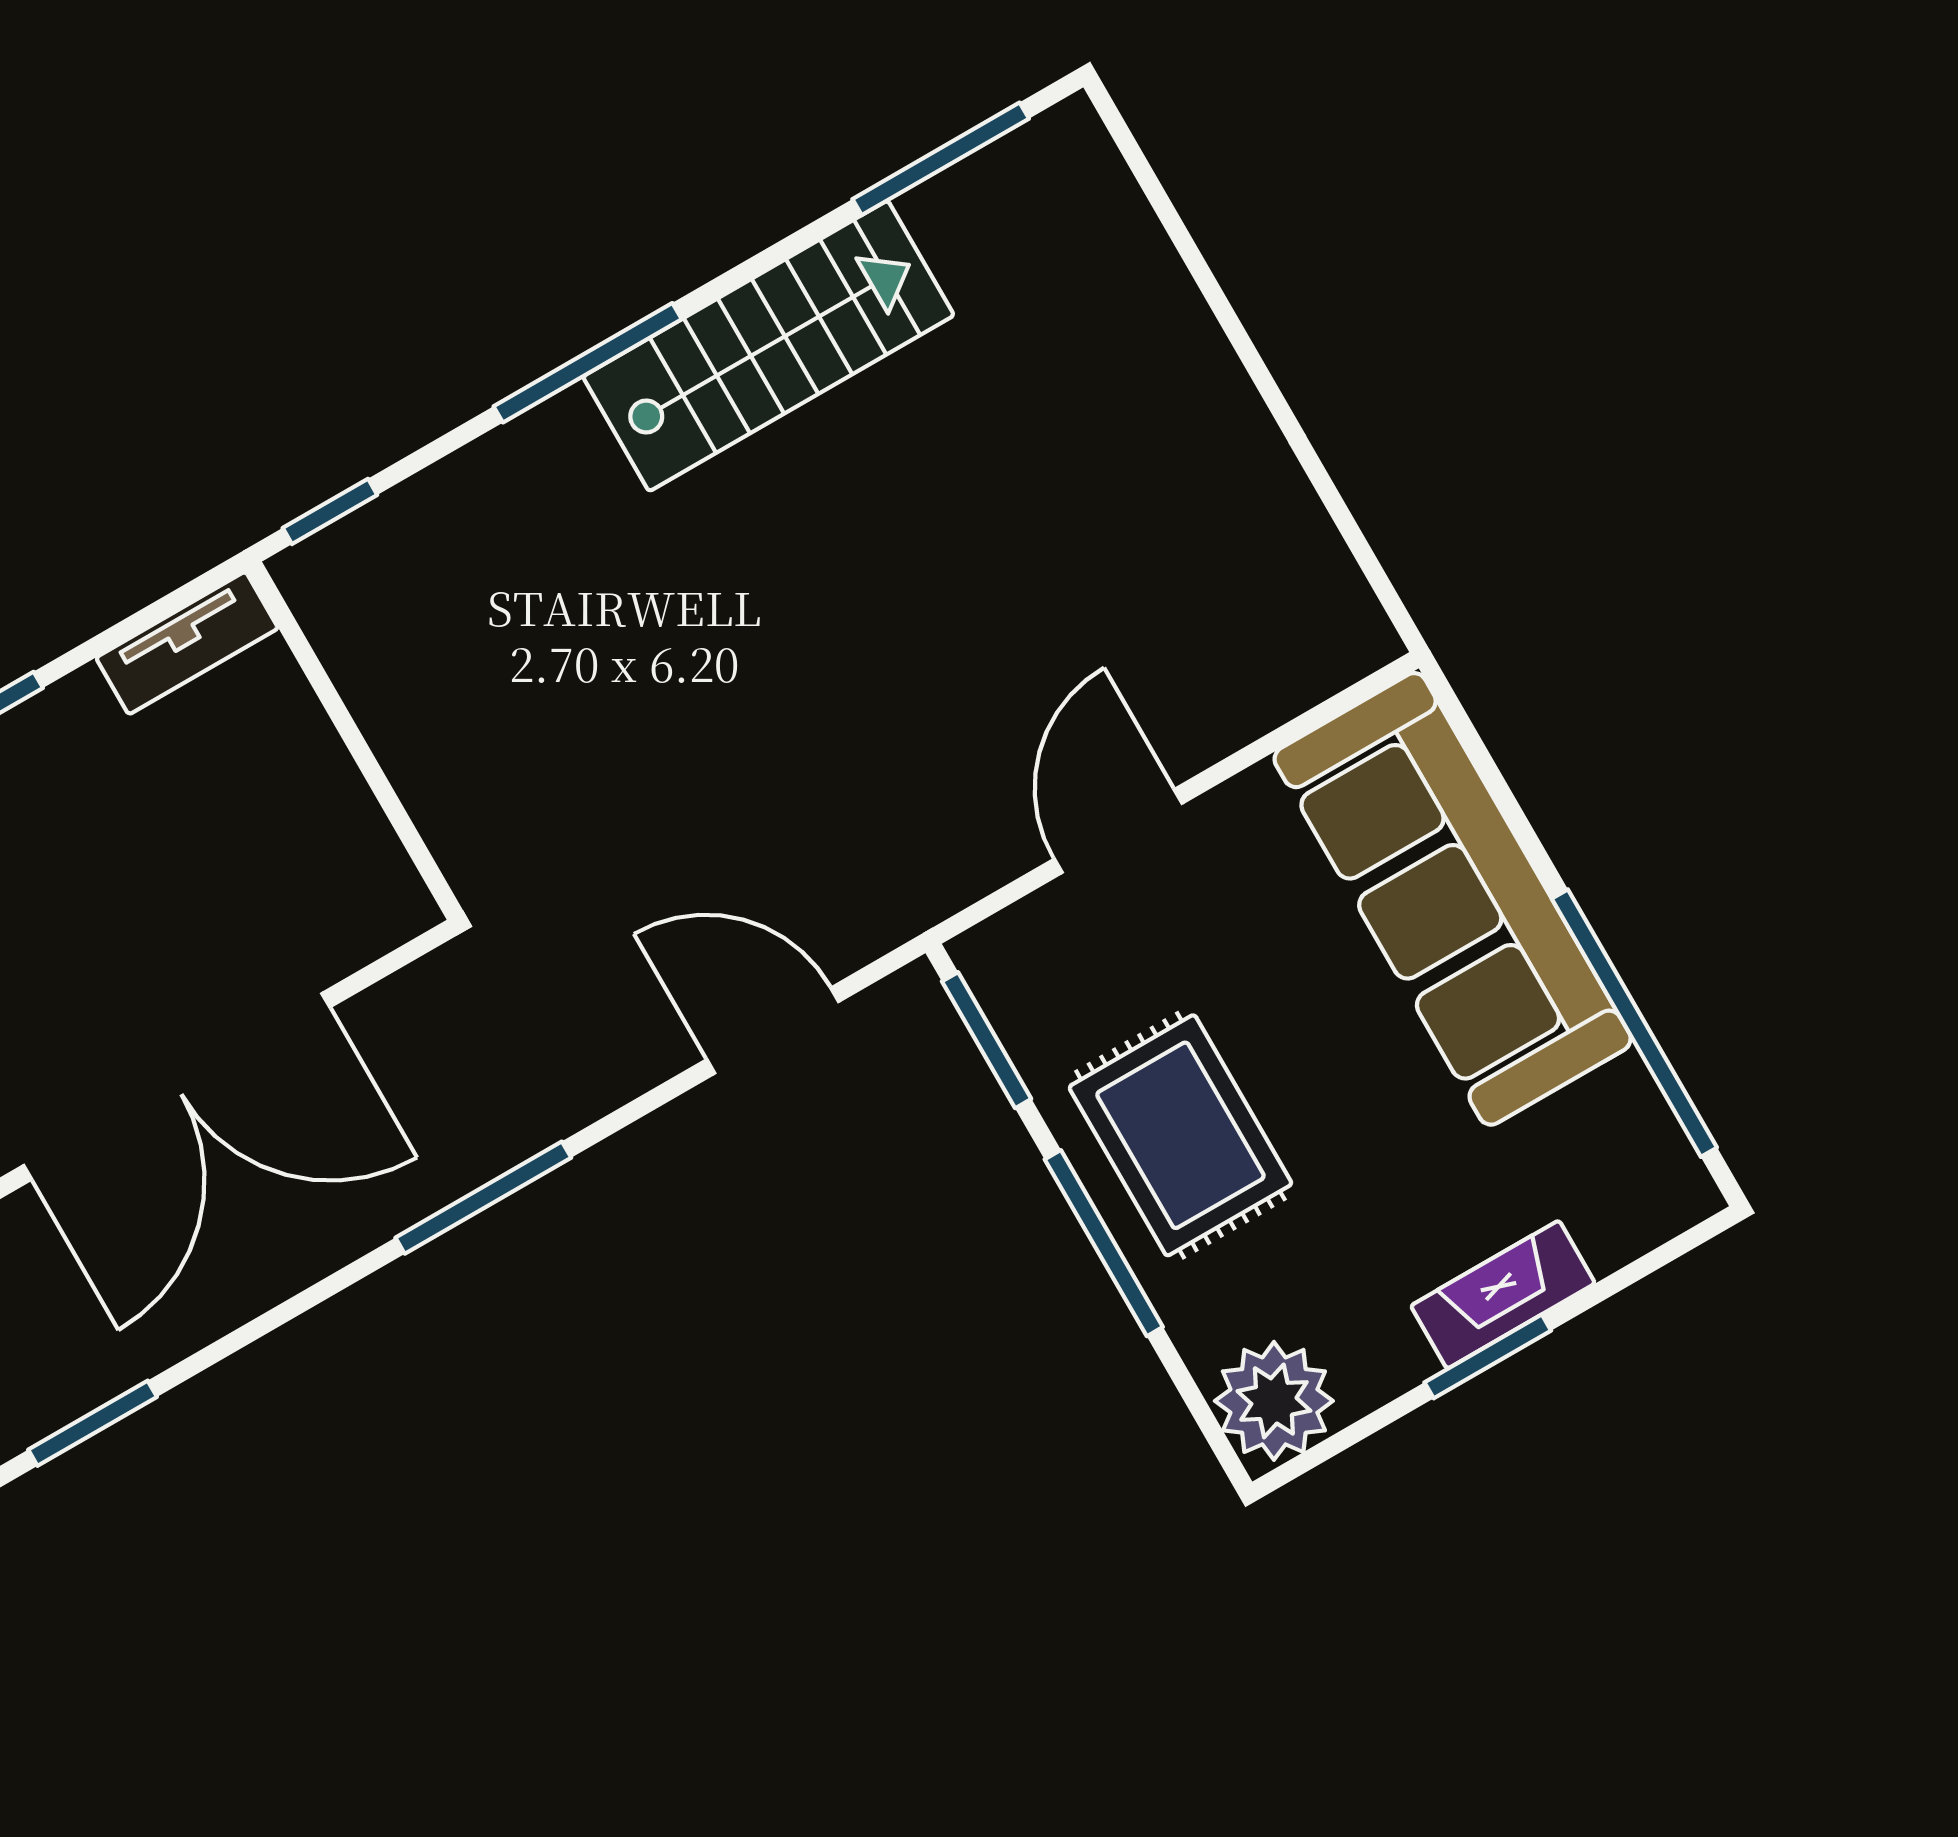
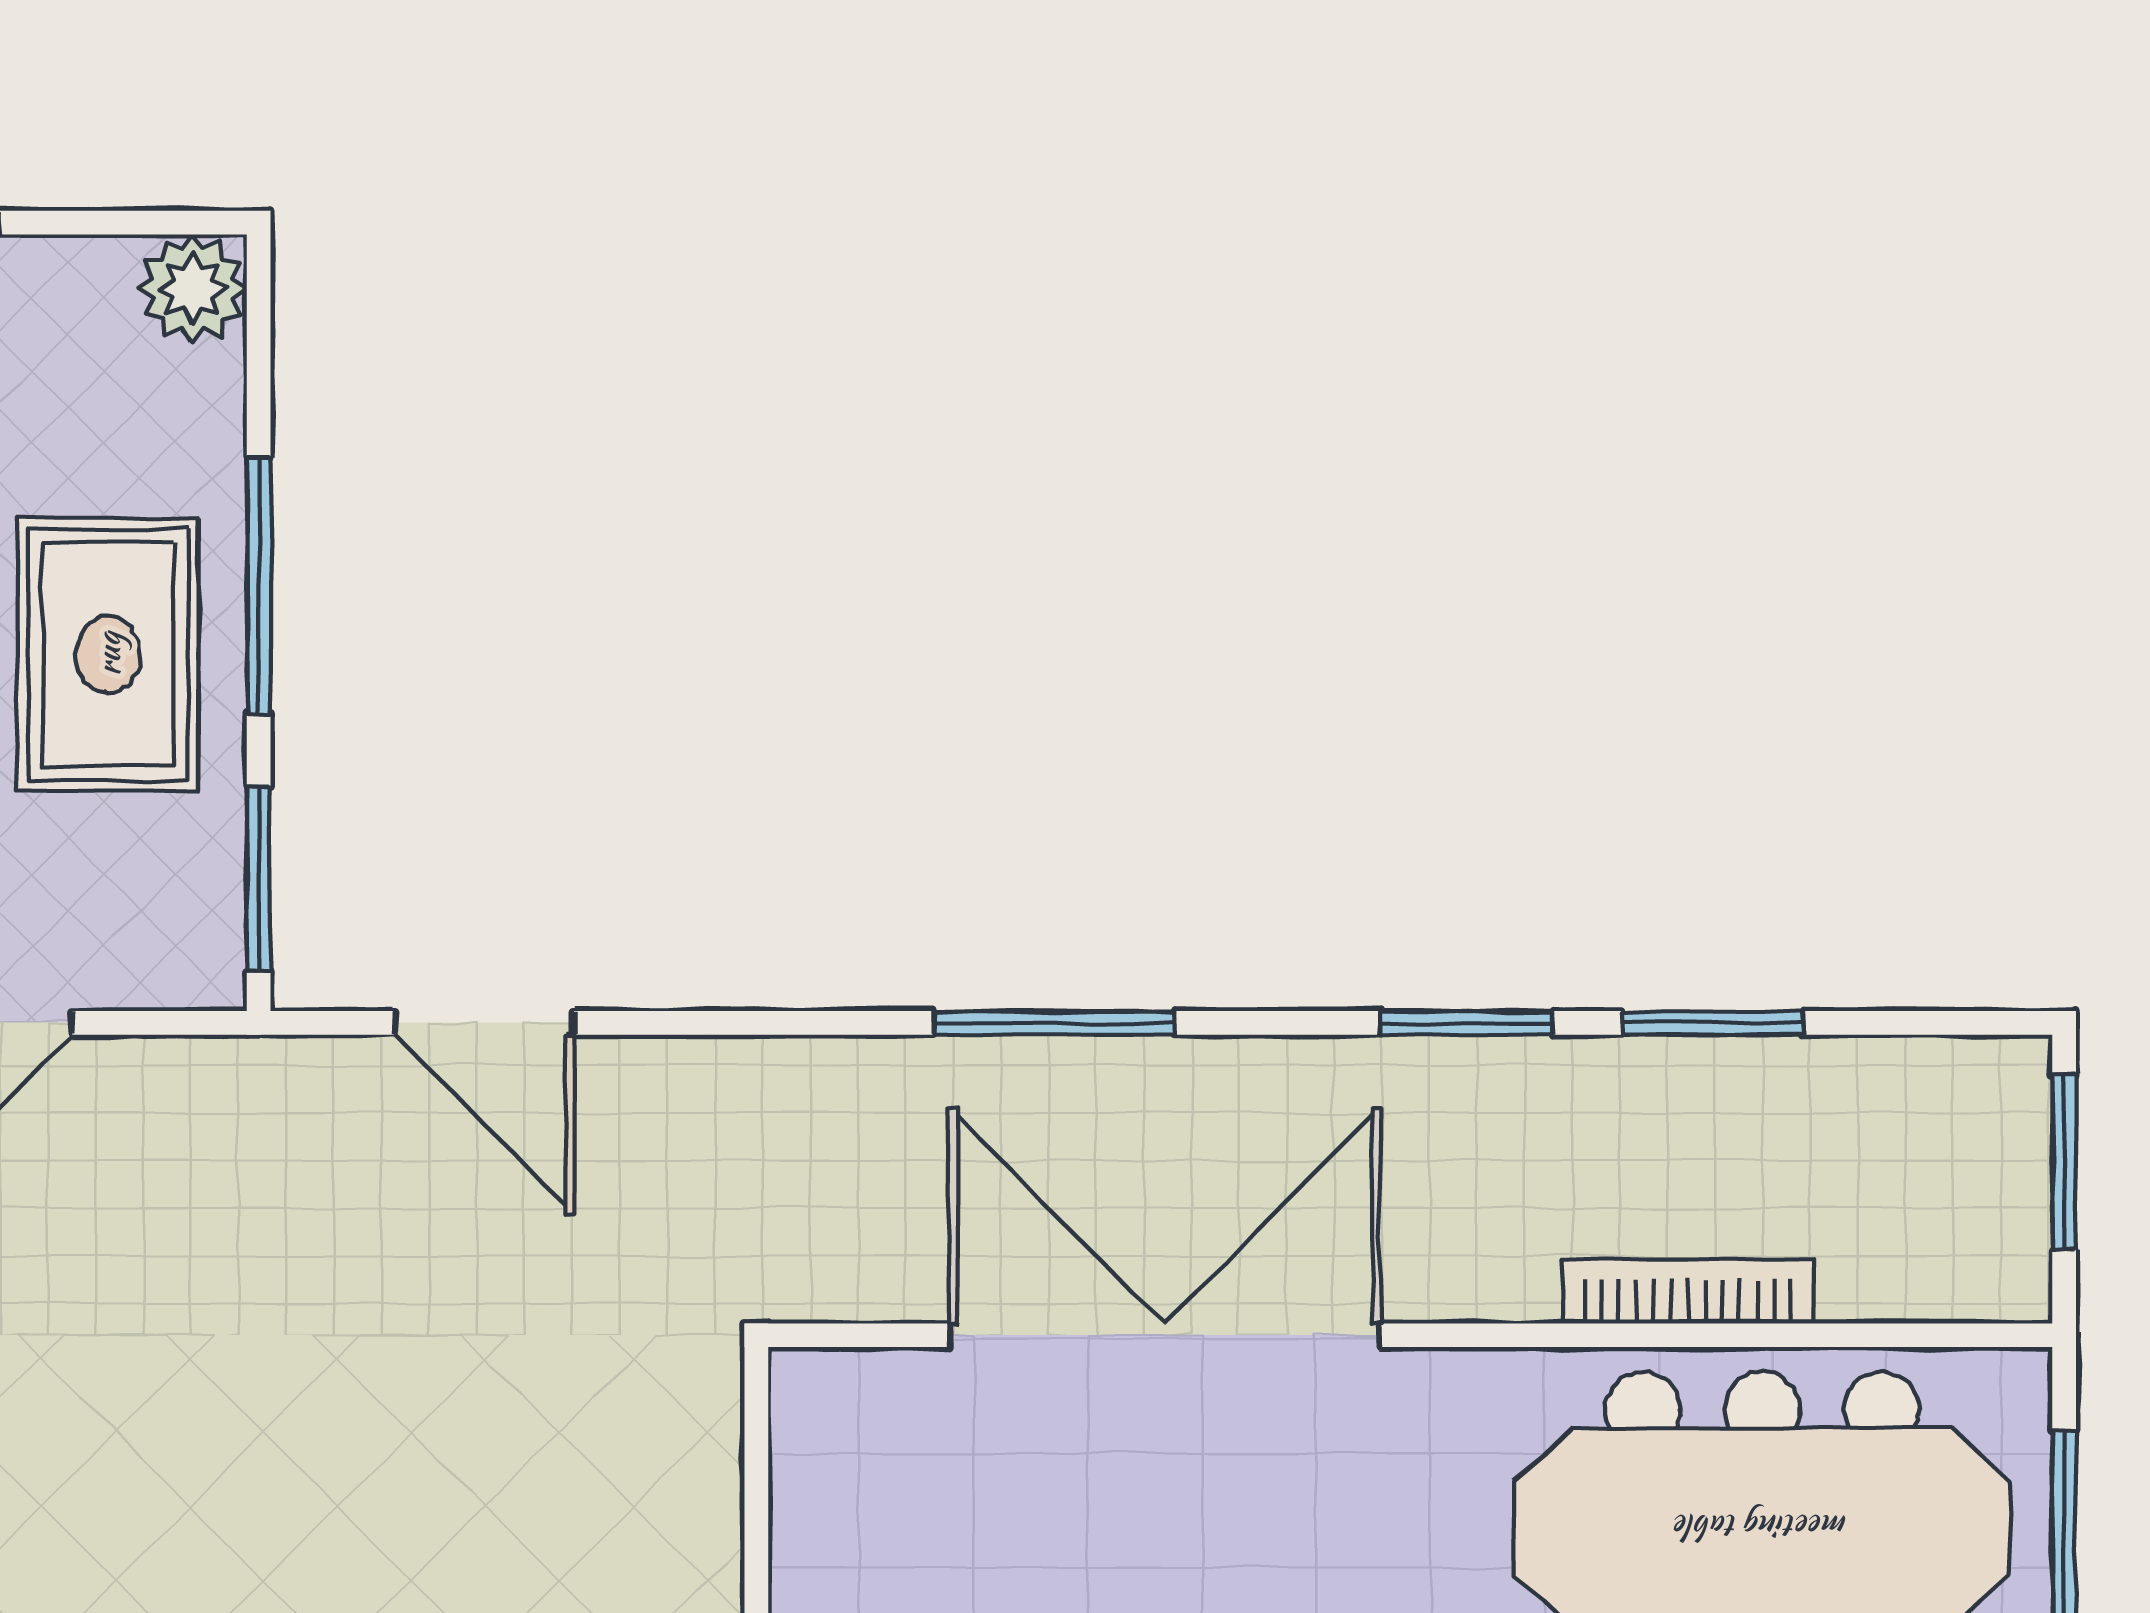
window: (483, 1198) -> (1054, 1023), moved
plant: (1274, 1401) -> (193, 289), width x0.73, depth x0.73

